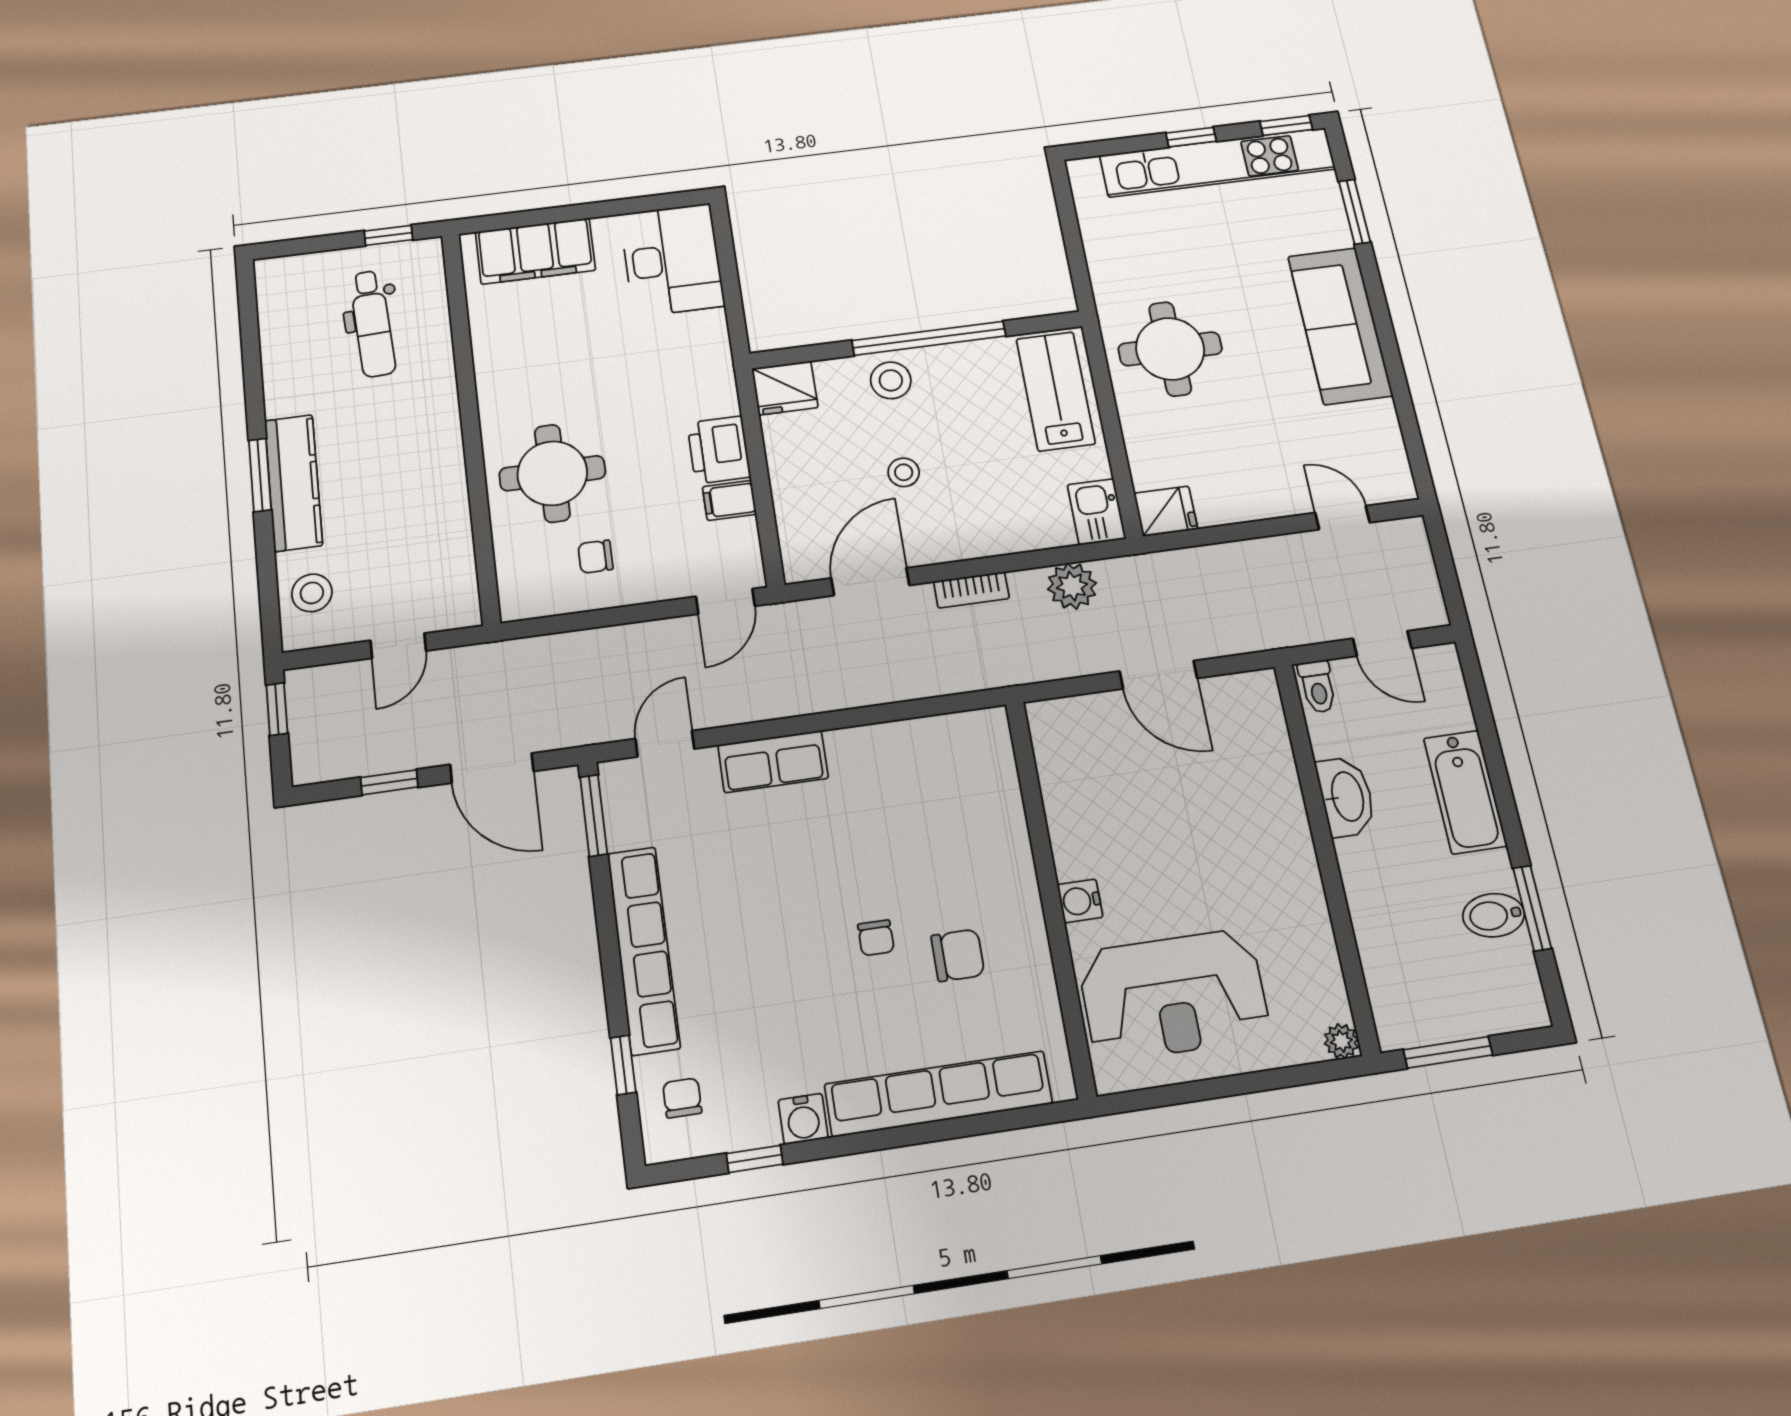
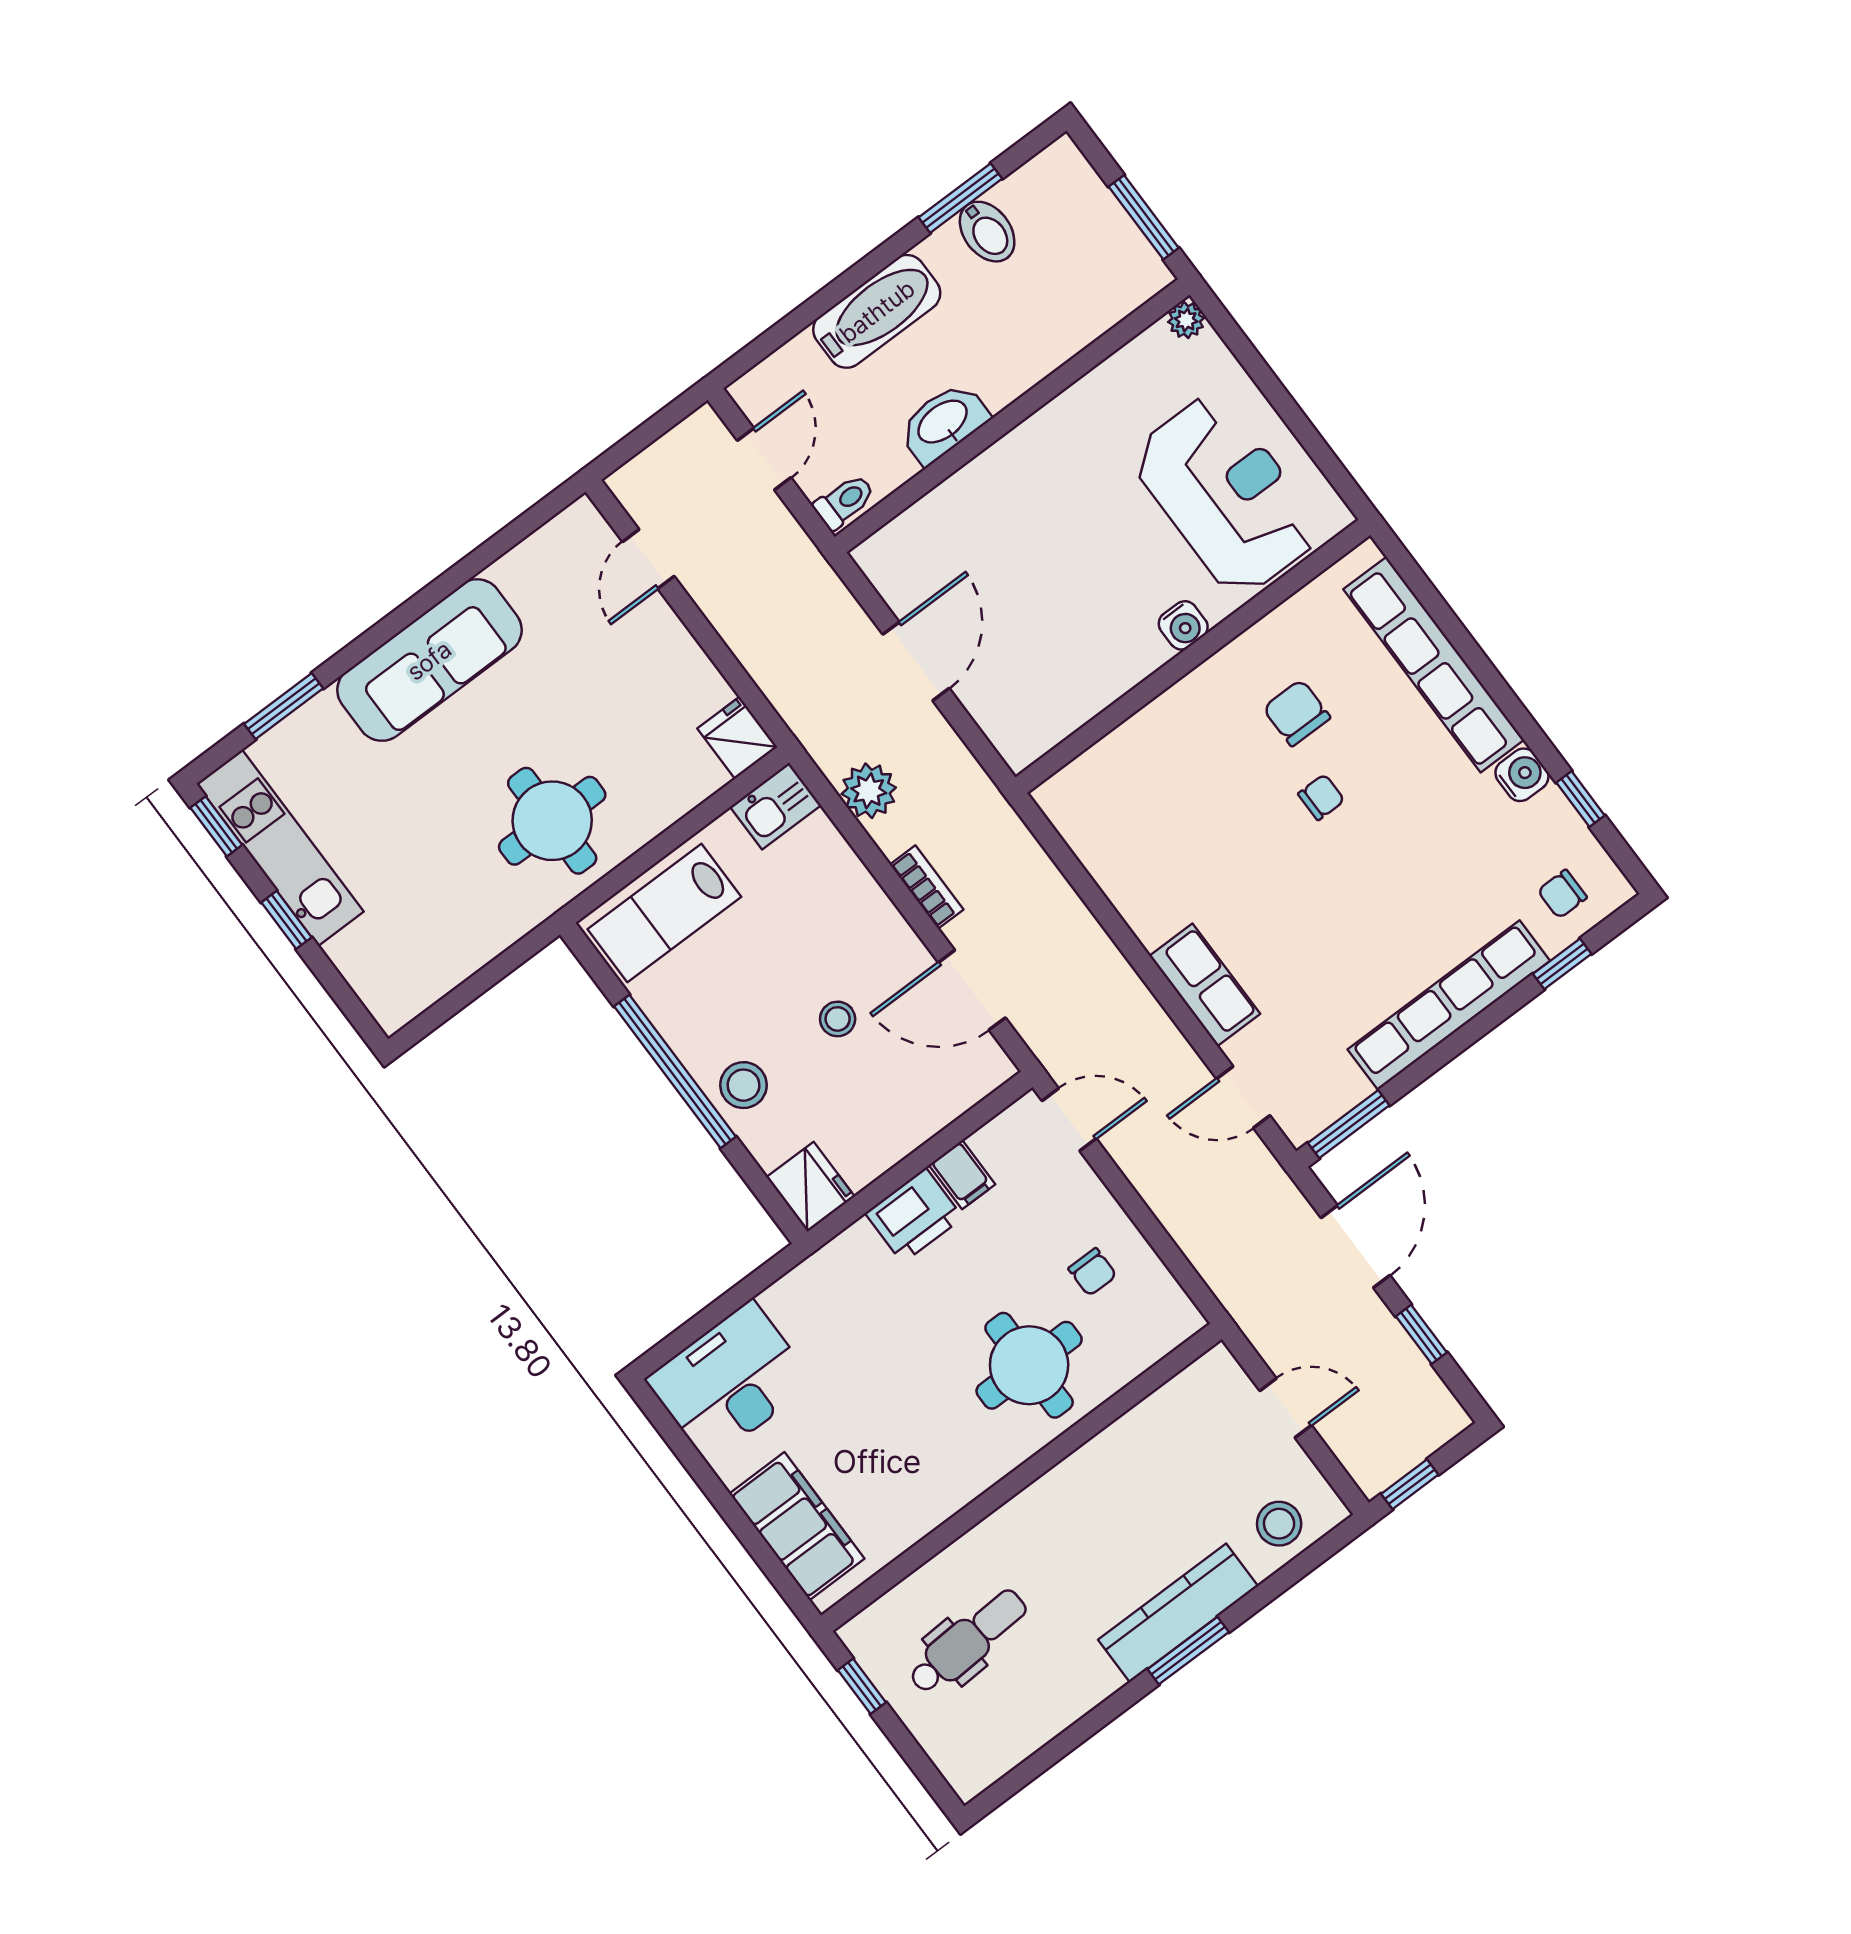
kitchen unit: (1218, 162) -> (280, 848), width x0.73

